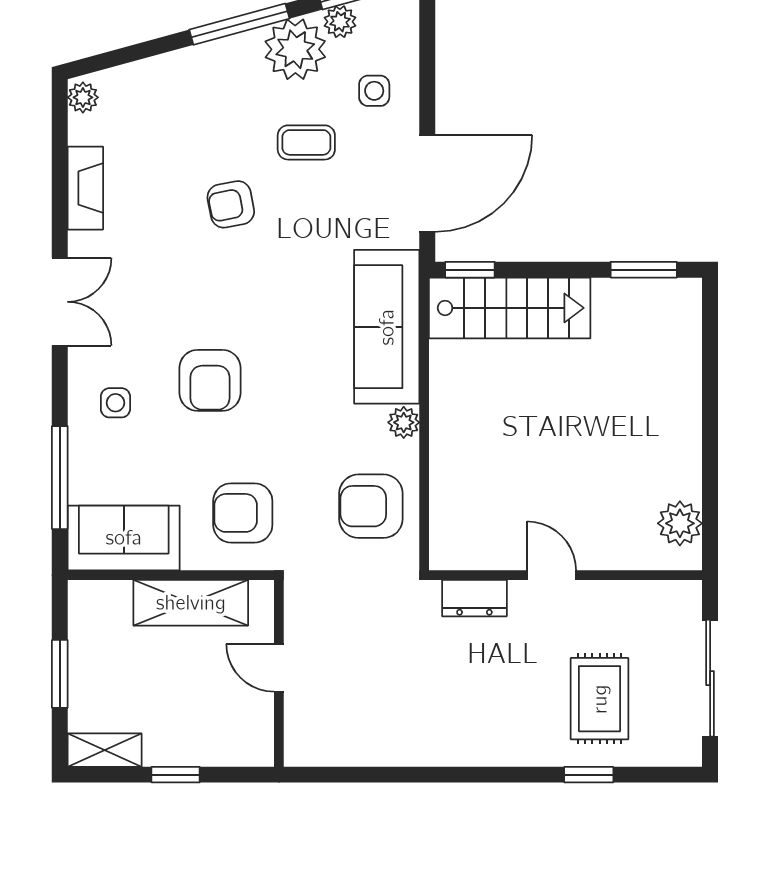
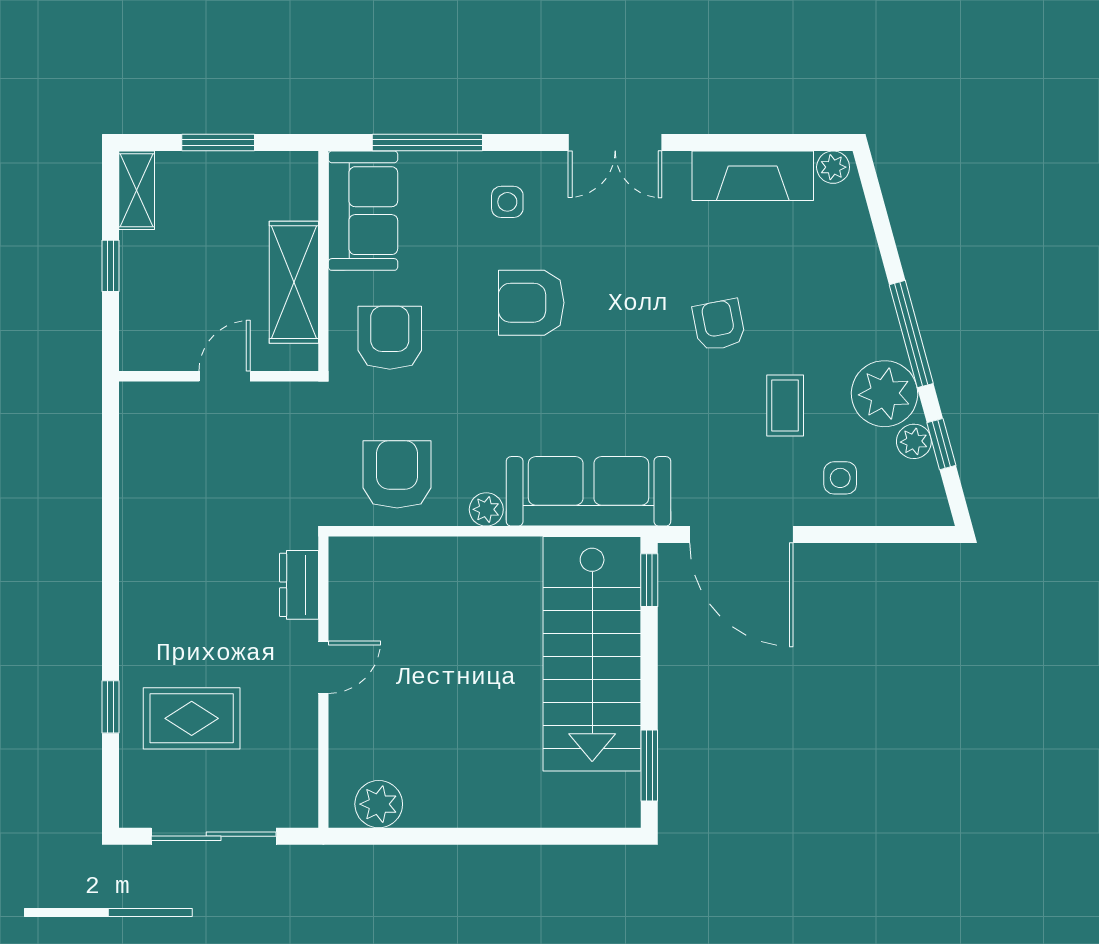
fireplace: (85, 188) -> (753, 176), width x1.37, depth x1.32
stairs: (510, 308) -> (592, 654), width x1.36, depth x1.51

